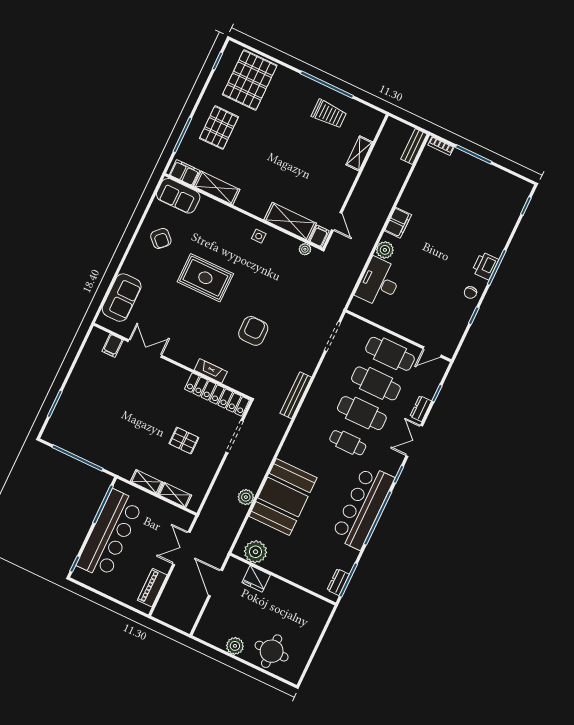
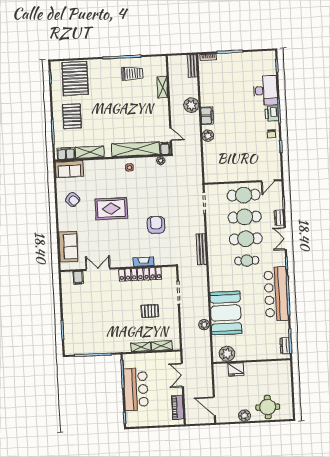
plant: (385, 198) -> (191, 105), added
shelving: (290, 221) -> (136, 149), width x1.47
desk: (379, 283) -> (265, 91), moved, turned 180
locker: (217, 395) -> (140, 274), moved
bar counter: (110, 534) -> (136, 389), width x0.73
door: (215, 583) -> (214, 406), moved

